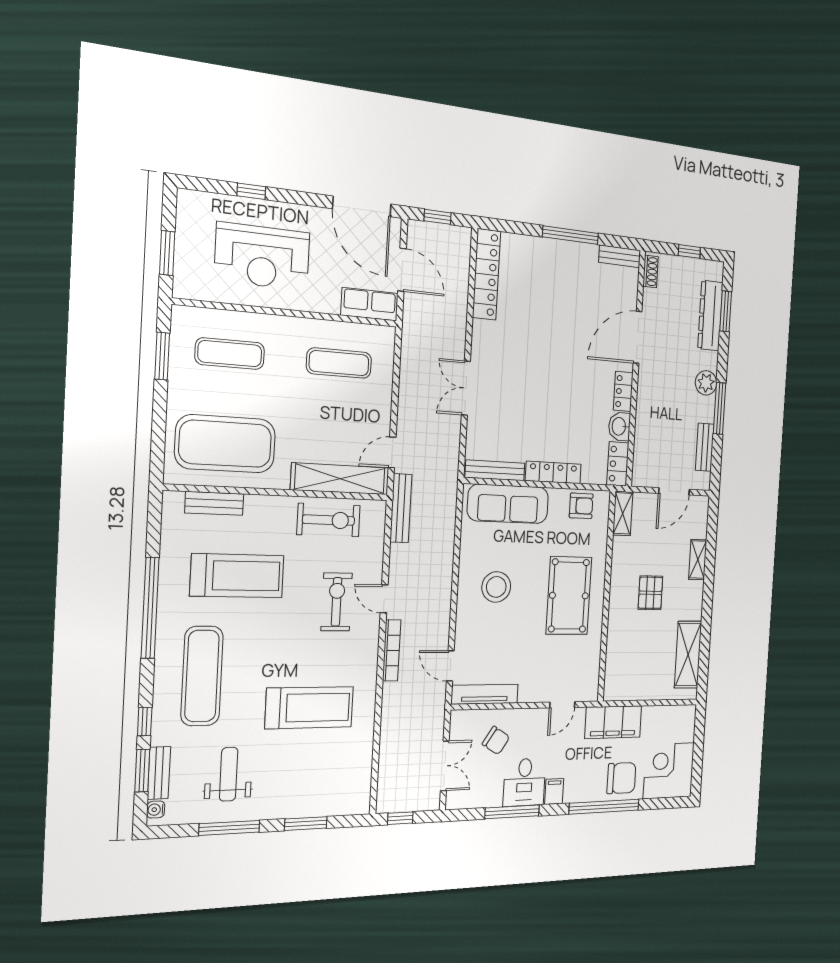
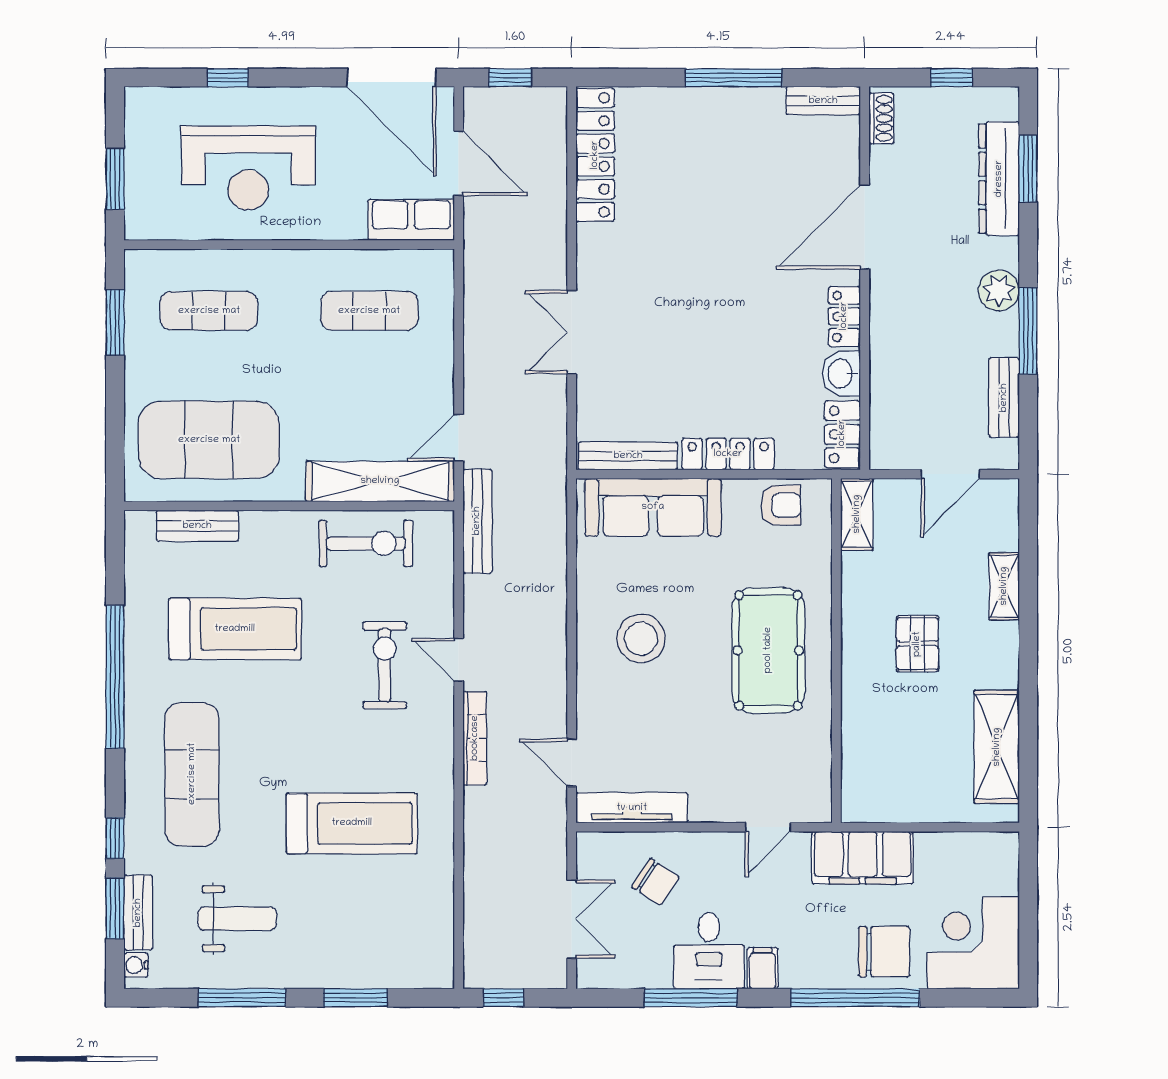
weight bench: (229, 774) -> (237, 919), turned 90

